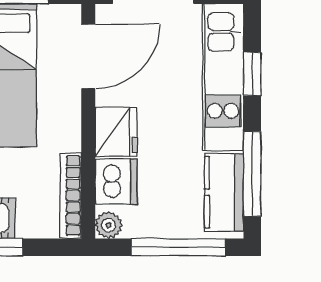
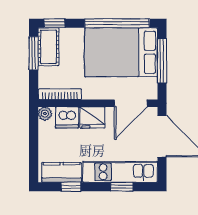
door: (88, 56) -> (131, 103), hinge flipped
window: (252, 174) -> (71, 187), width x0.46
window: (179, 247) -> (34, 149), removed

